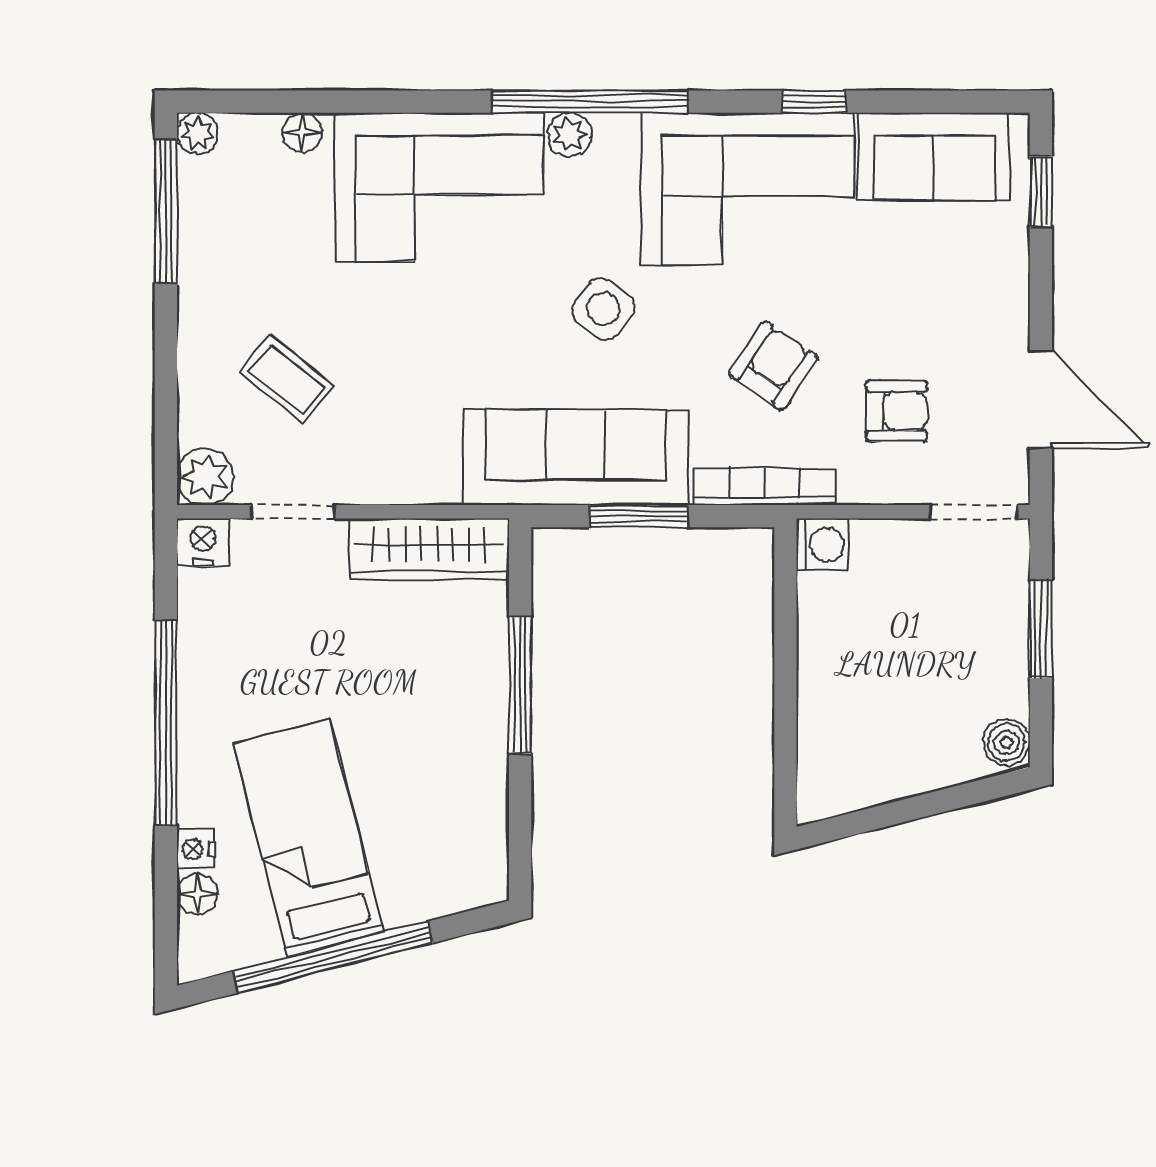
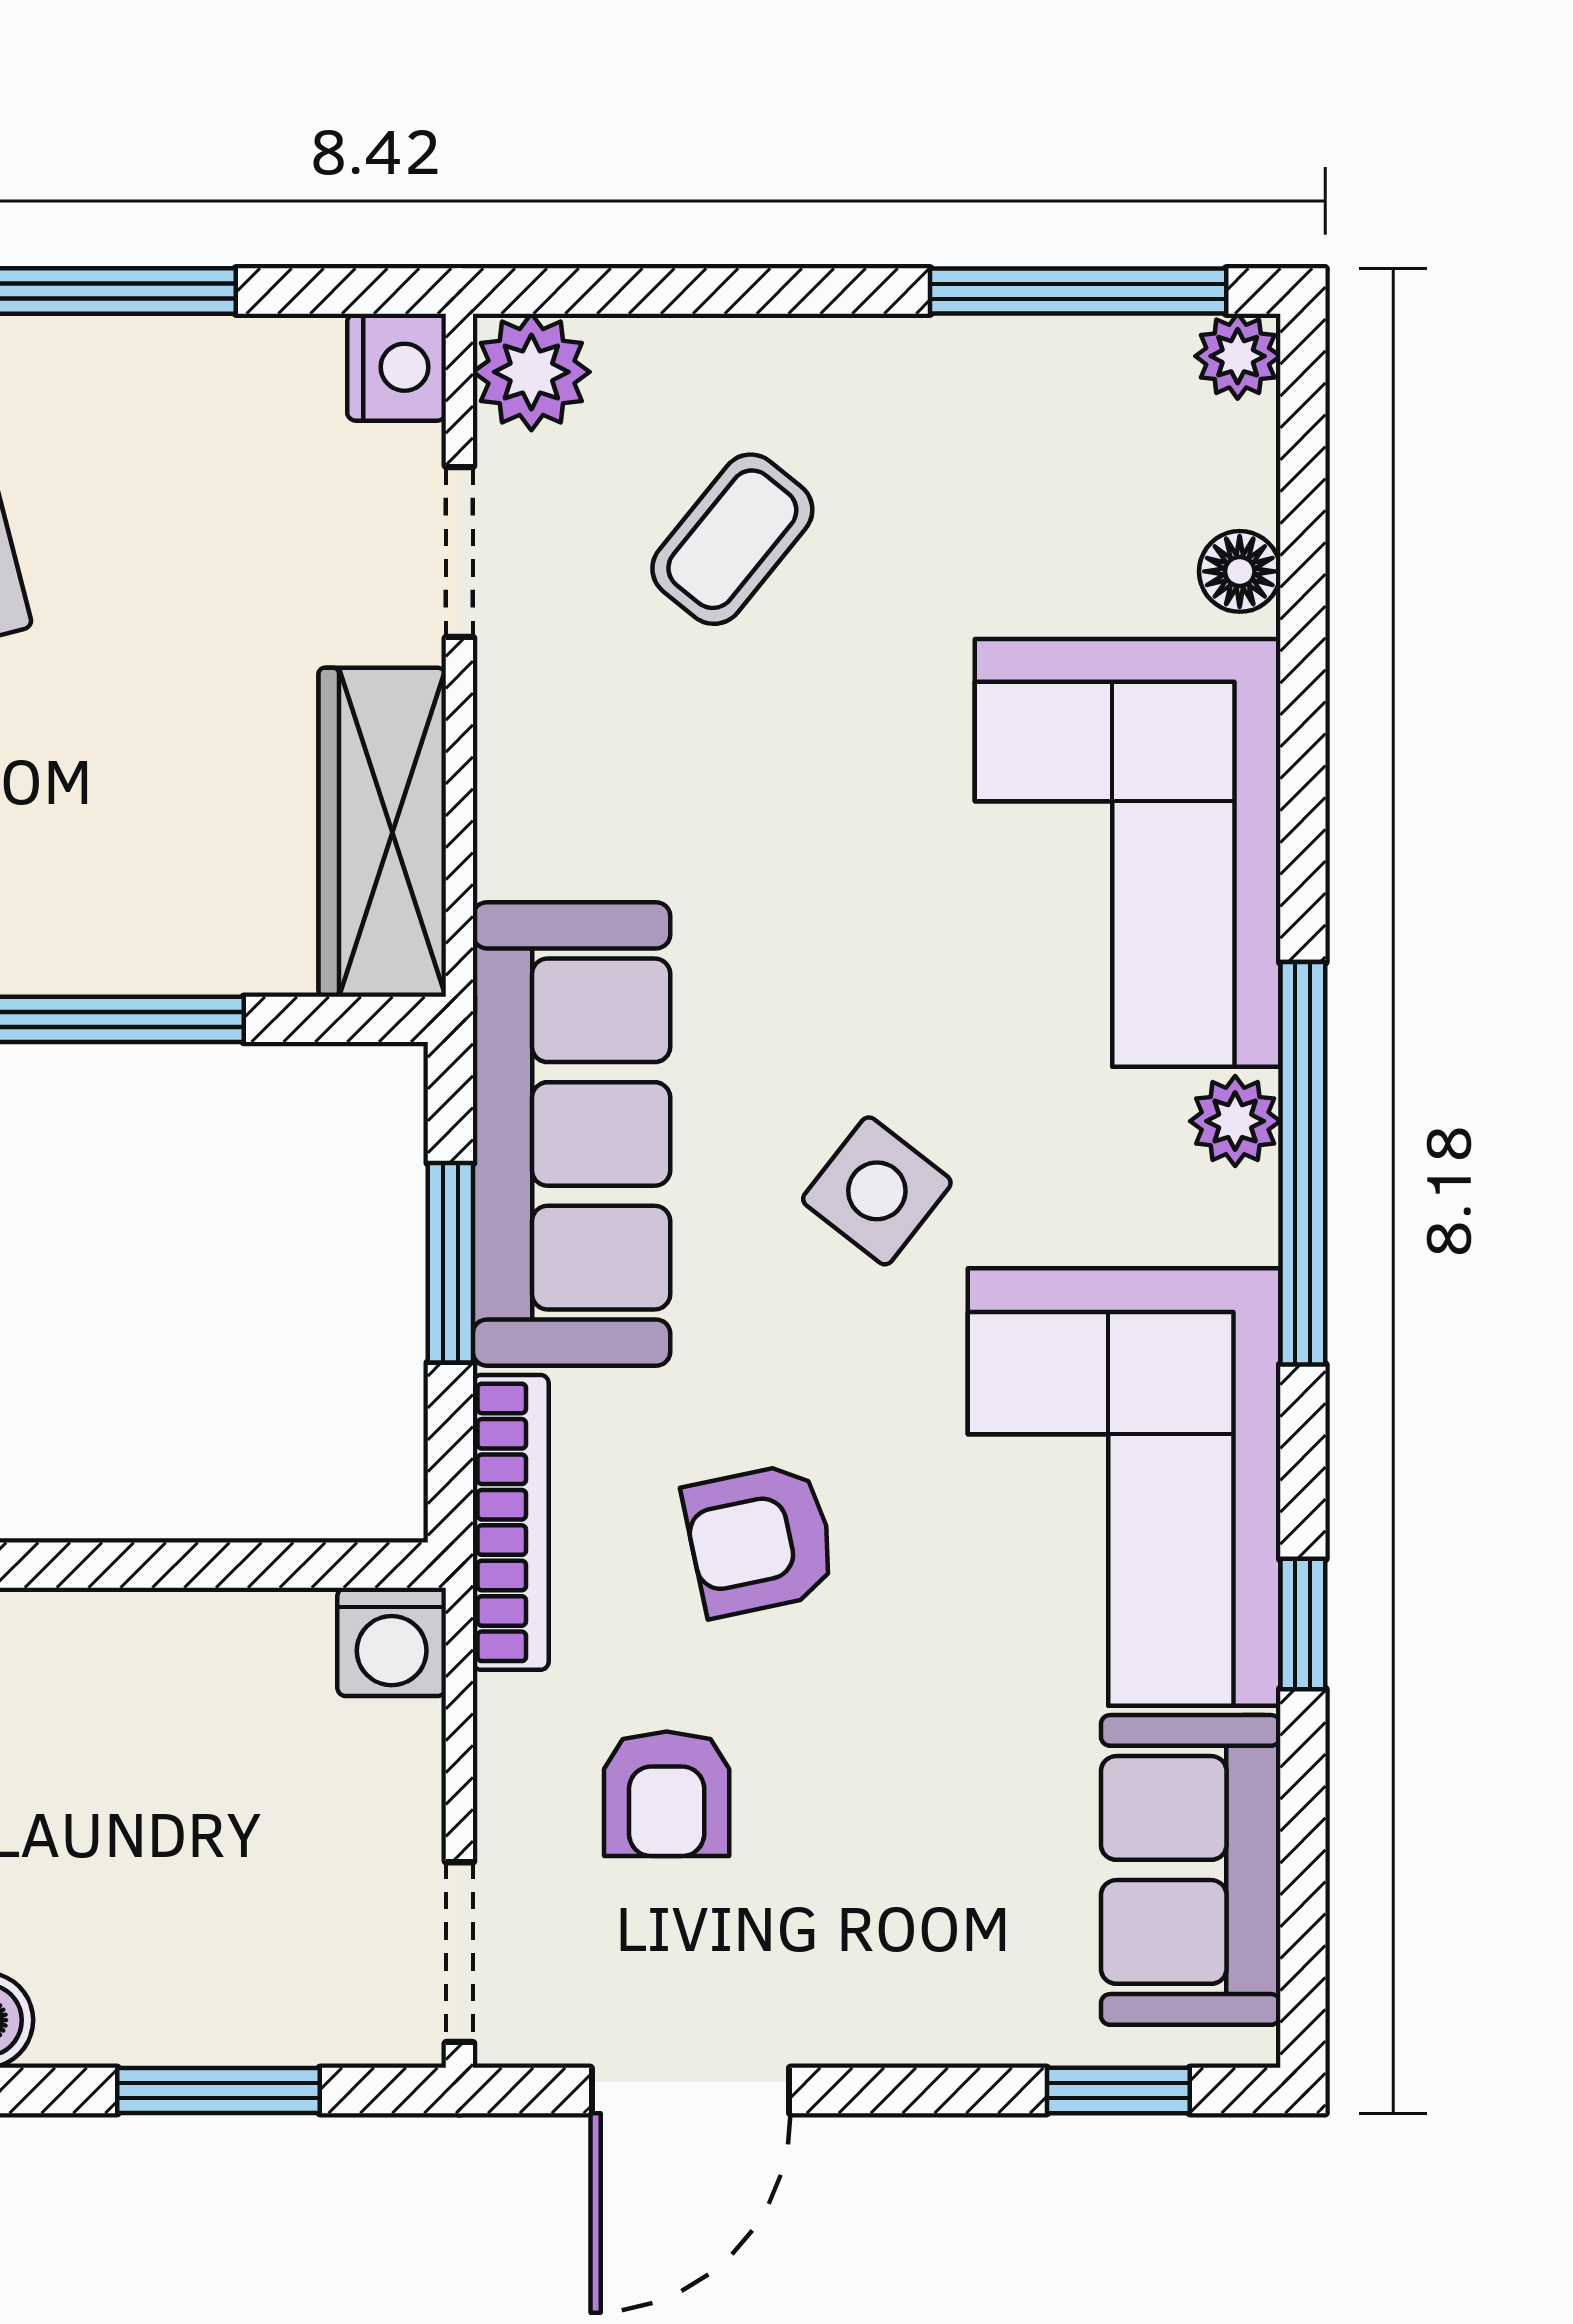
armchair: (773, 366) -> (760, 1540), turned 134

